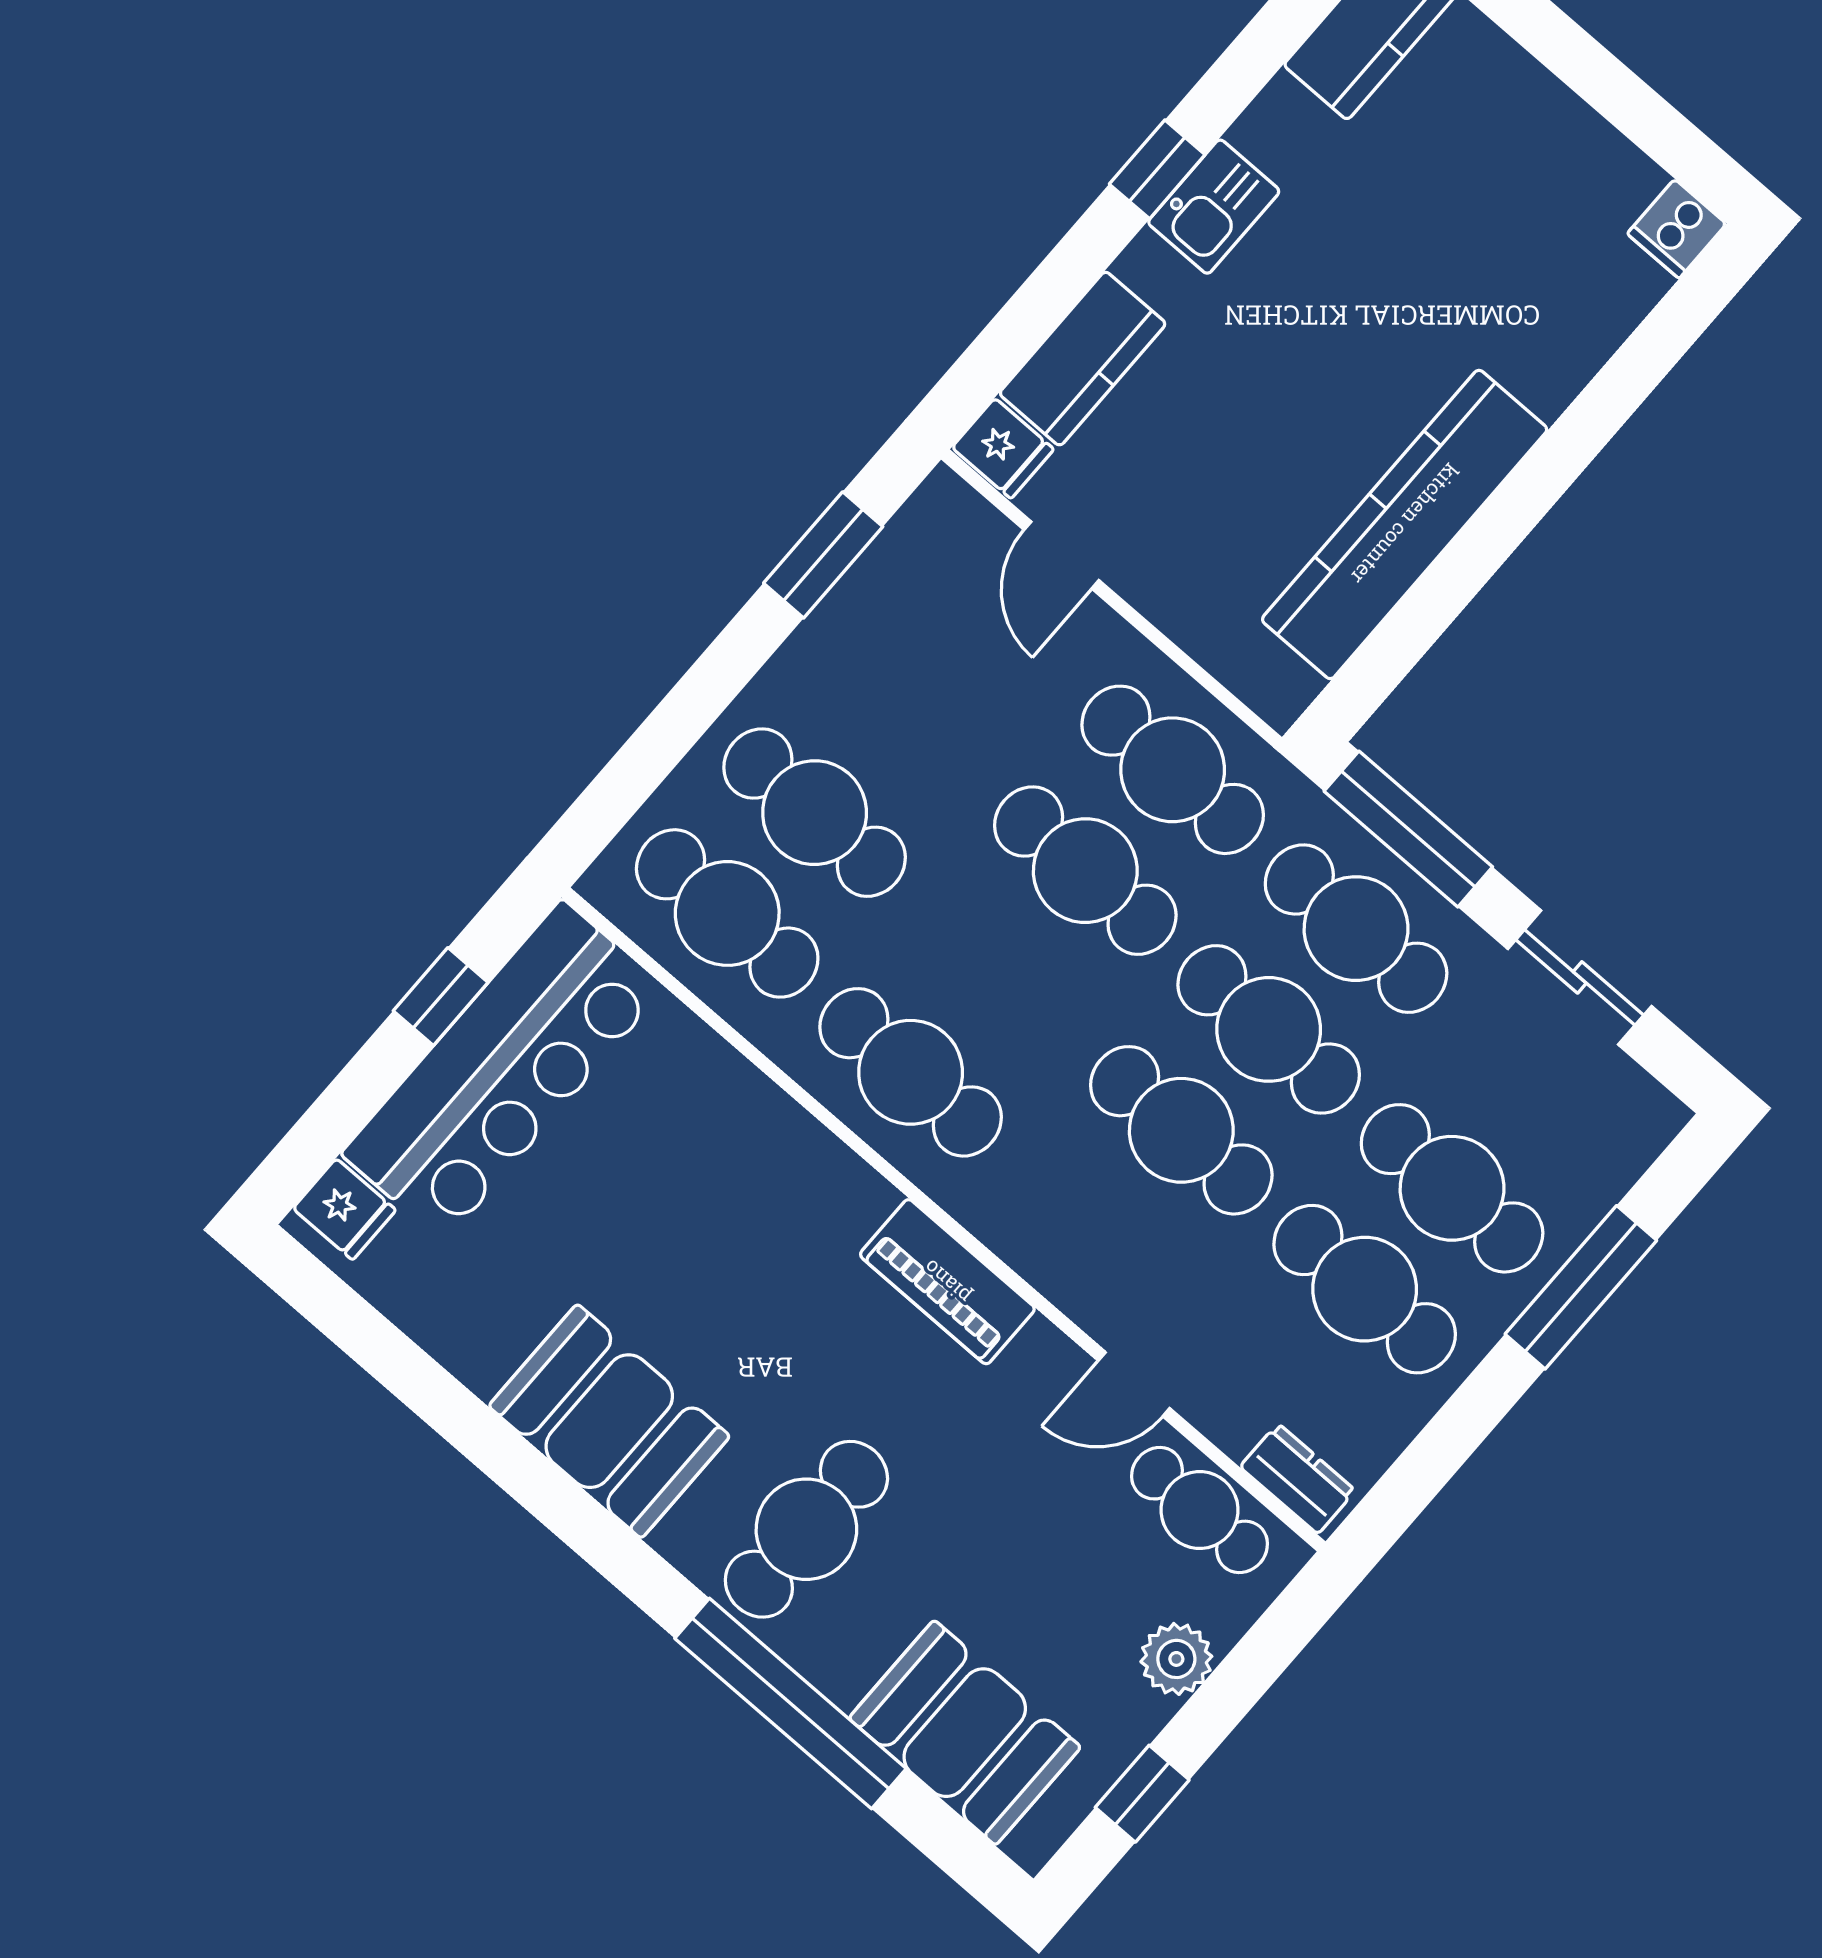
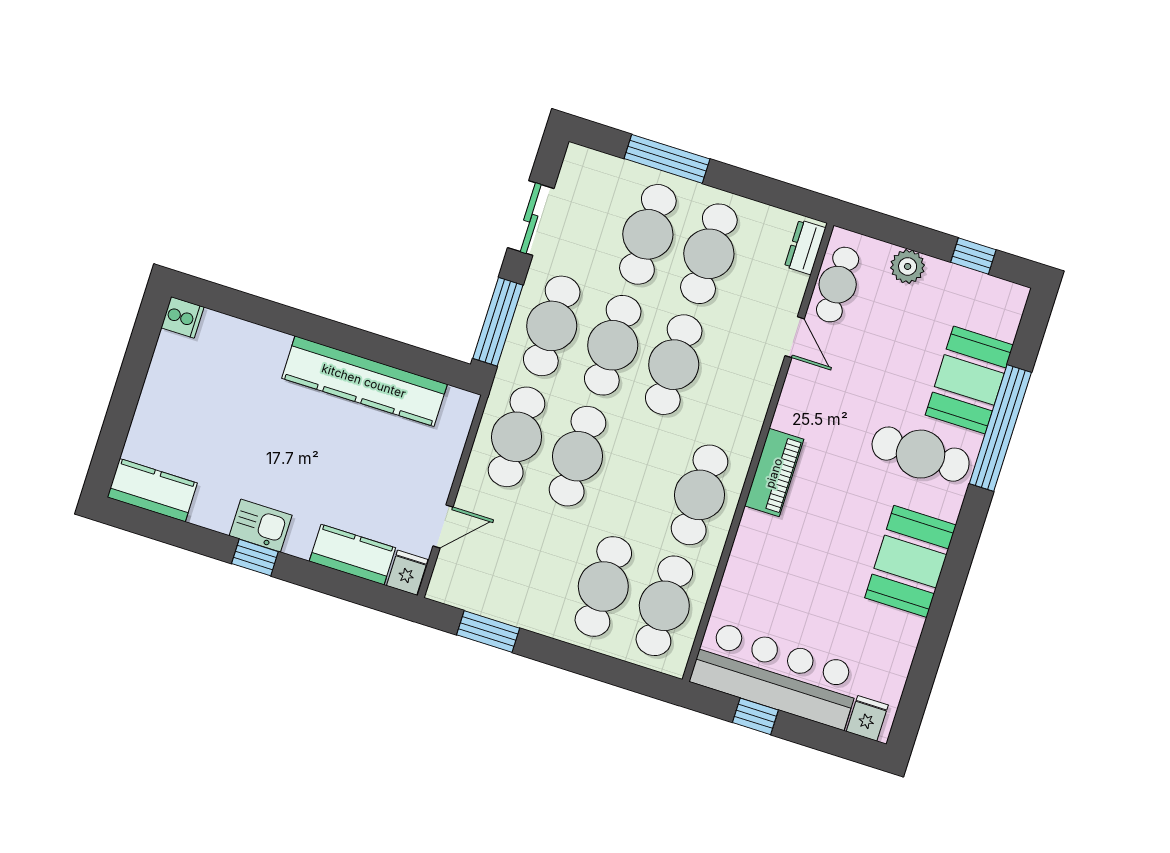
piano: (947, 1282) -> (774, 473), moved
booth: (965, 1733) -> (969, 380), moved

